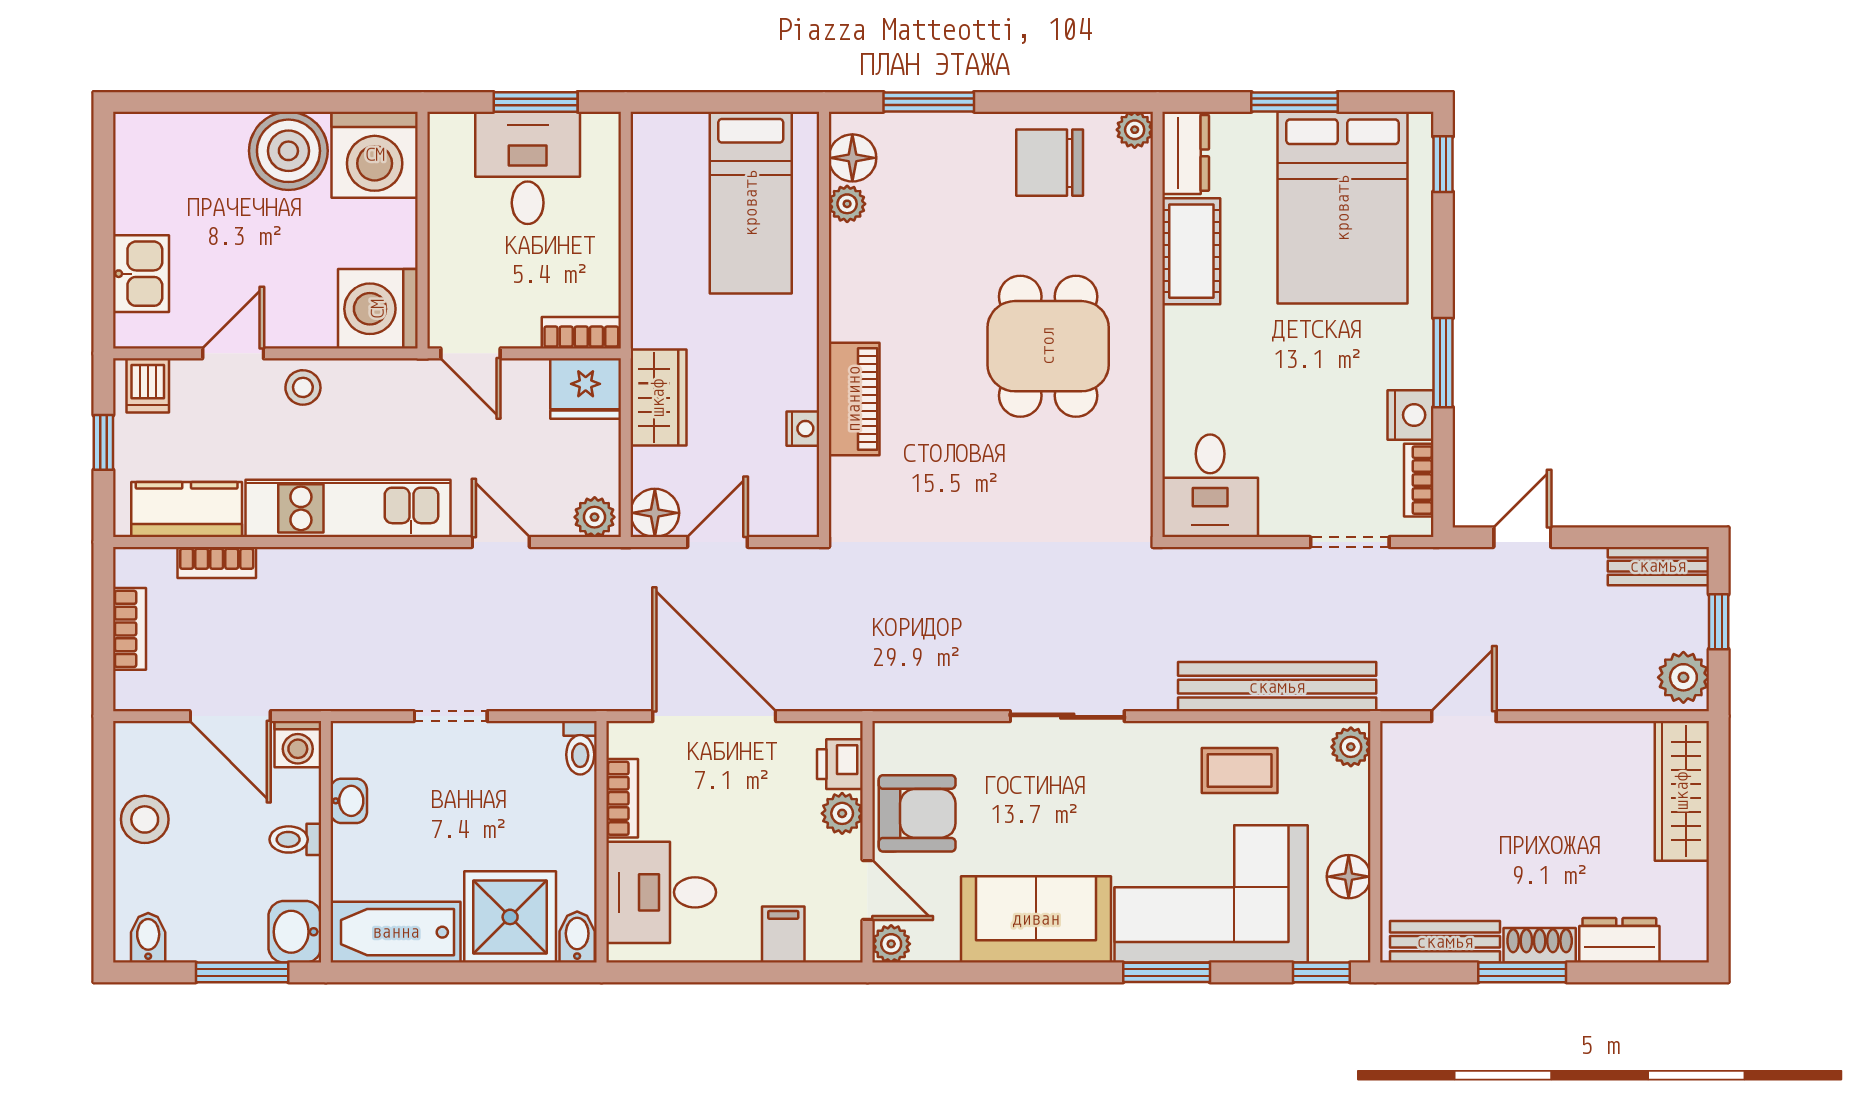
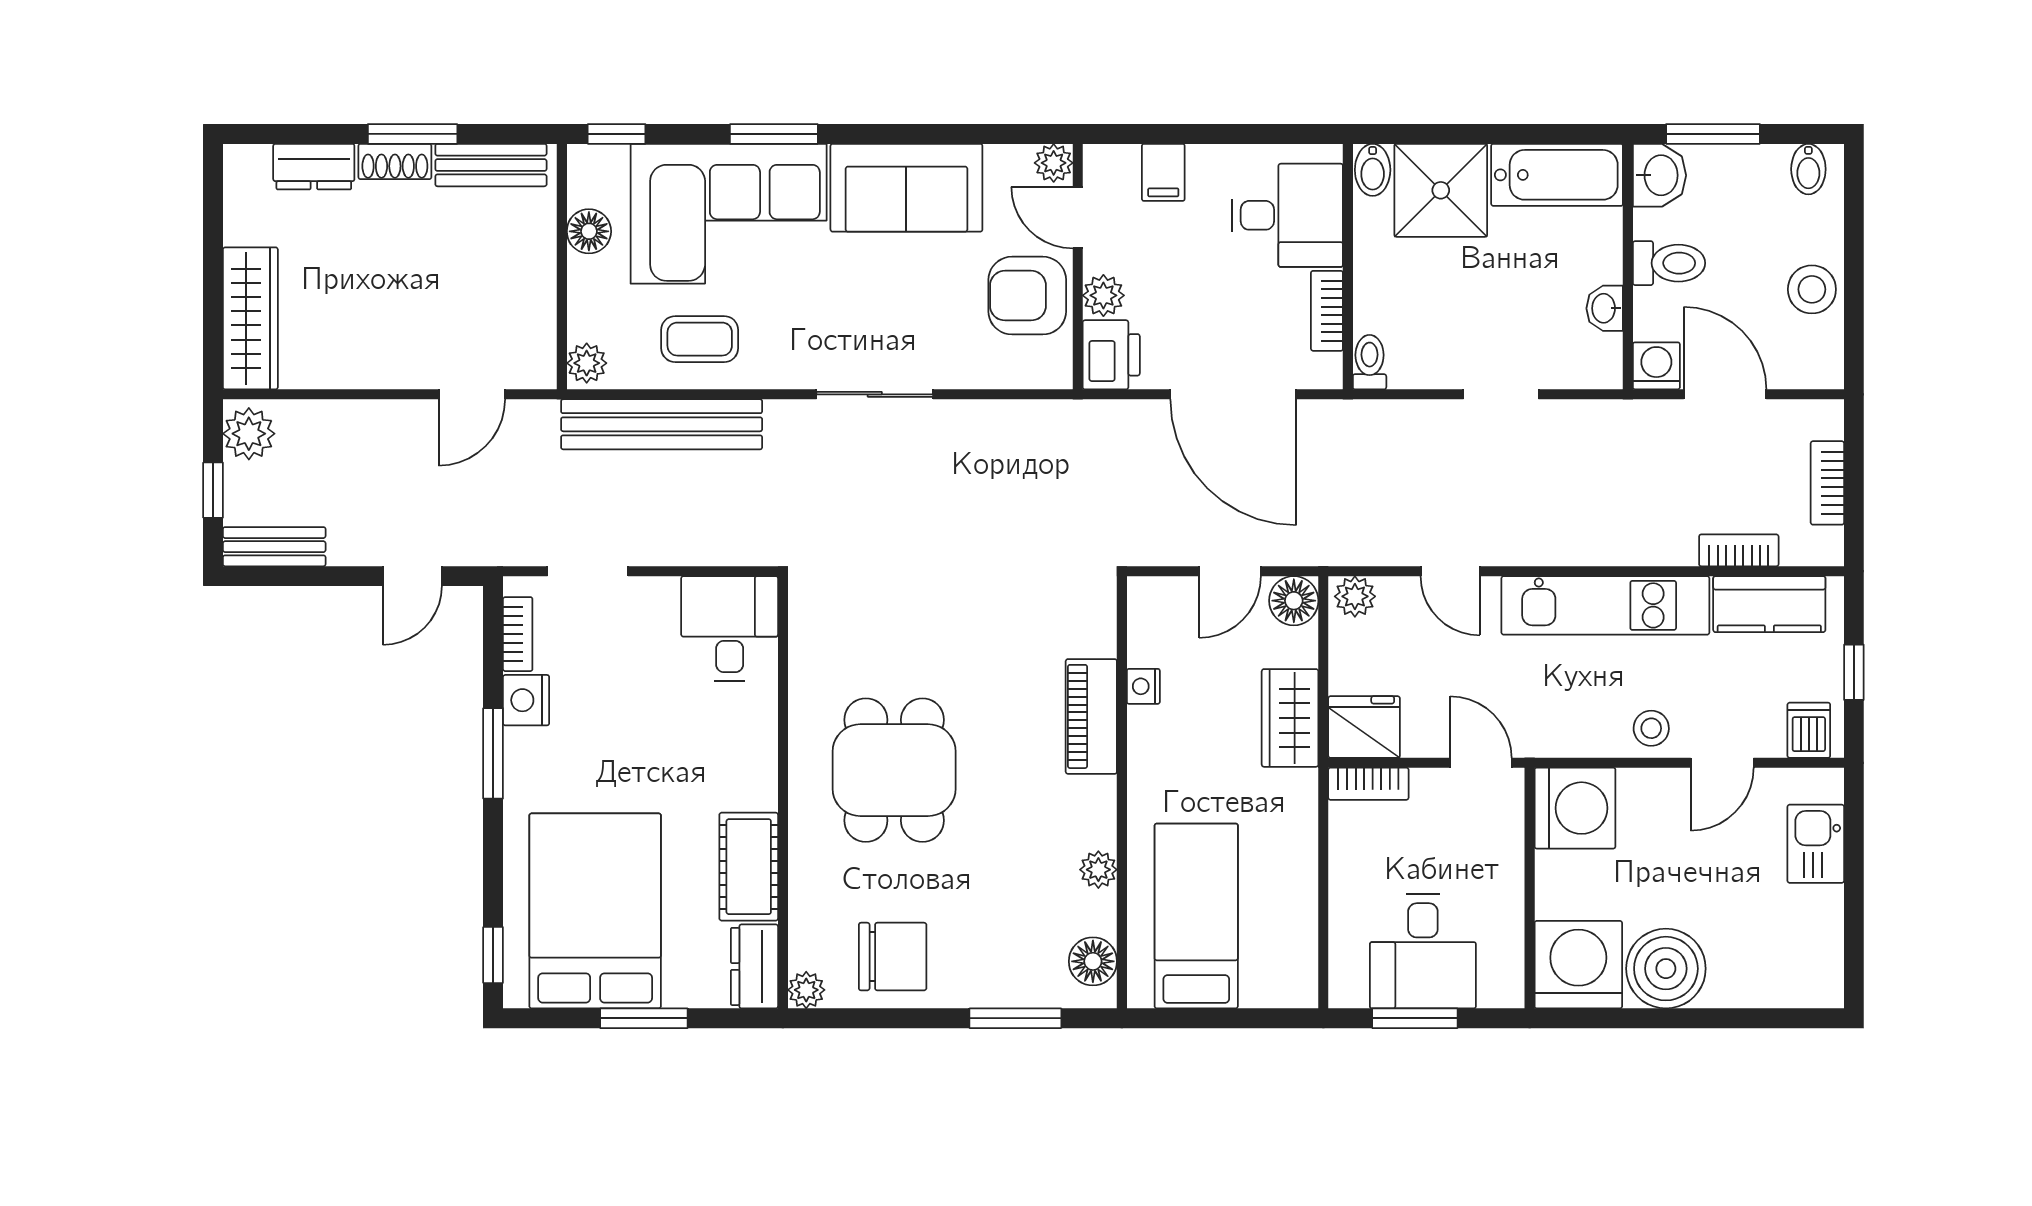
plant: (847, 204) -> (1098, 870), moved
printer: (840, 764) -> (1111, 355), width x1.36, depth x1.24
toilet: (295, 839) -> (1669, 263), width x1.37, depth x1.39

